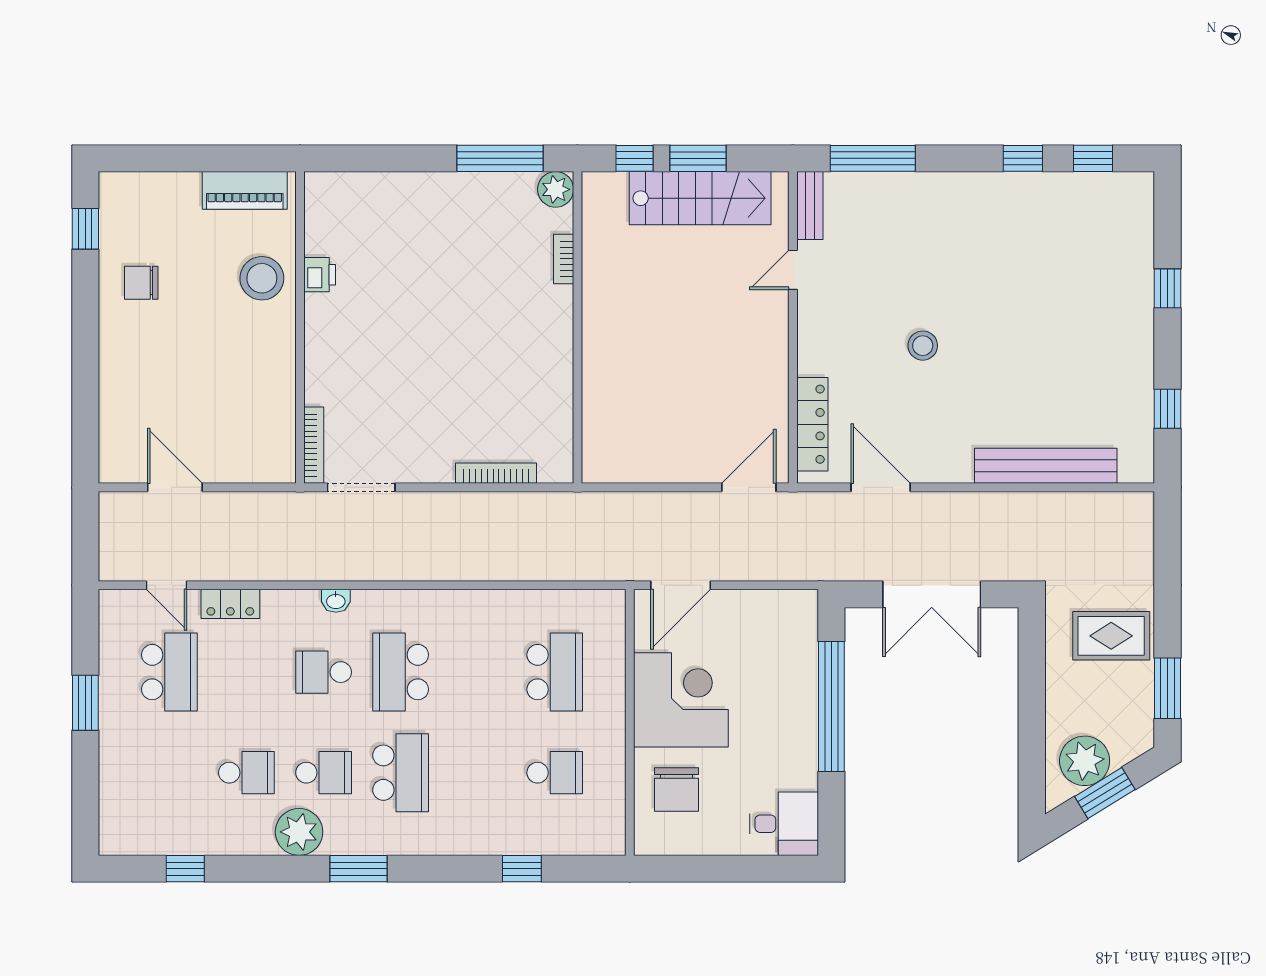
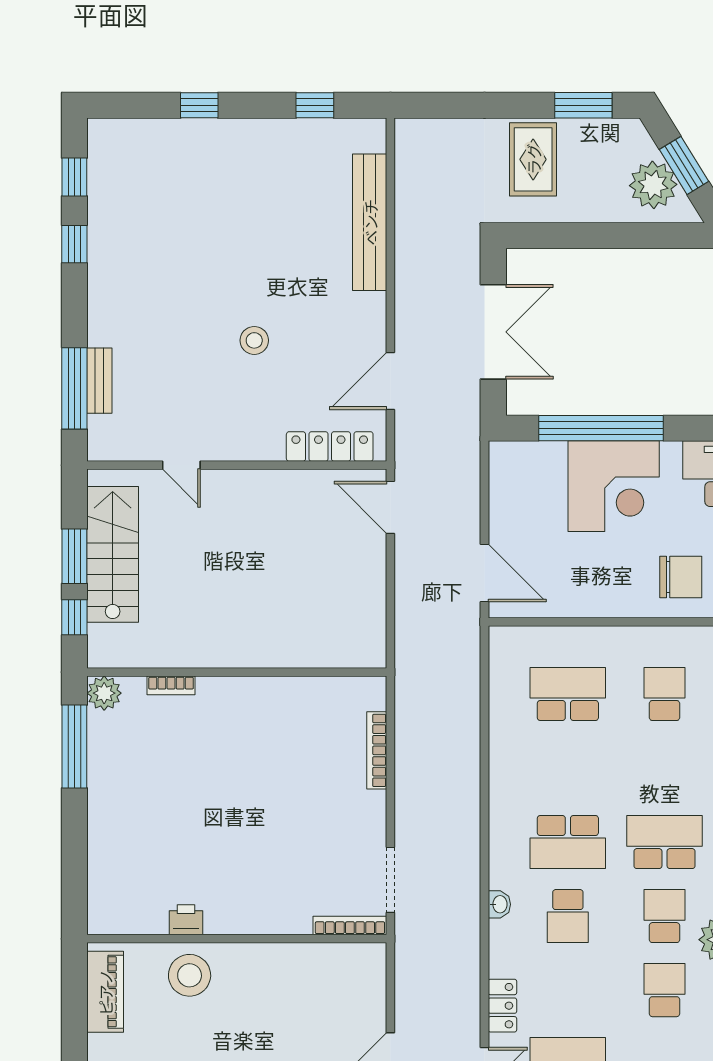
bench: (810, 206) -> (99, 381), moved, turned 90
corner desk: (681, 700) -> (614, 486), moved, turned 180

